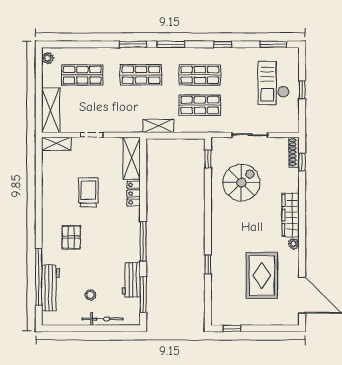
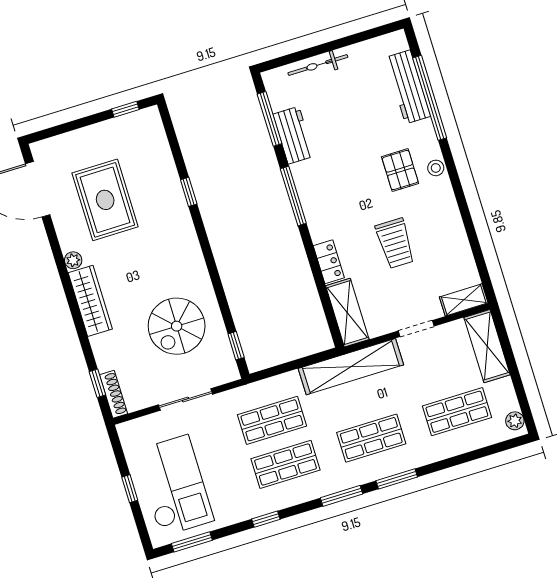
checkout: (274, 83) -> (174, 486), width x1.36, depth x1.21
shelving: (158, 126) -> (351, 367), width x2.20, depth x1.33
stool: (90, 295) -> (436, 168), moved

